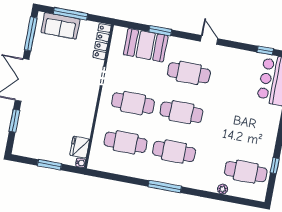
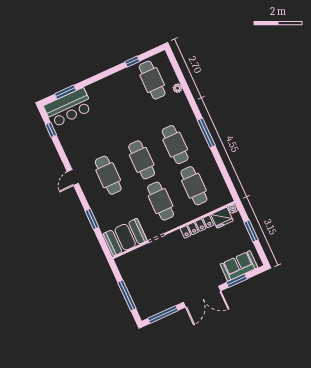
sofa: (60, 26) -> (239, 266), moved, turned -90
locker: (102, 42) -> (197, 227), moved
booth: (146, 45) -> (125, 237), moved, turned 90

